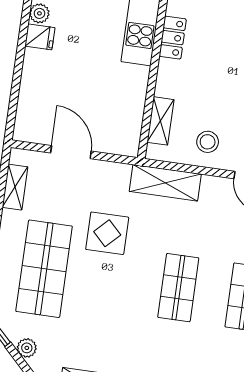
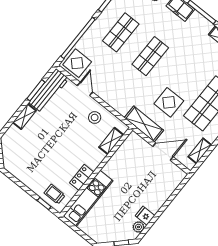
door: (71, 152) -> (163, 152), swing flipped
shelving: (165, 183) -> (144, 124), moved

